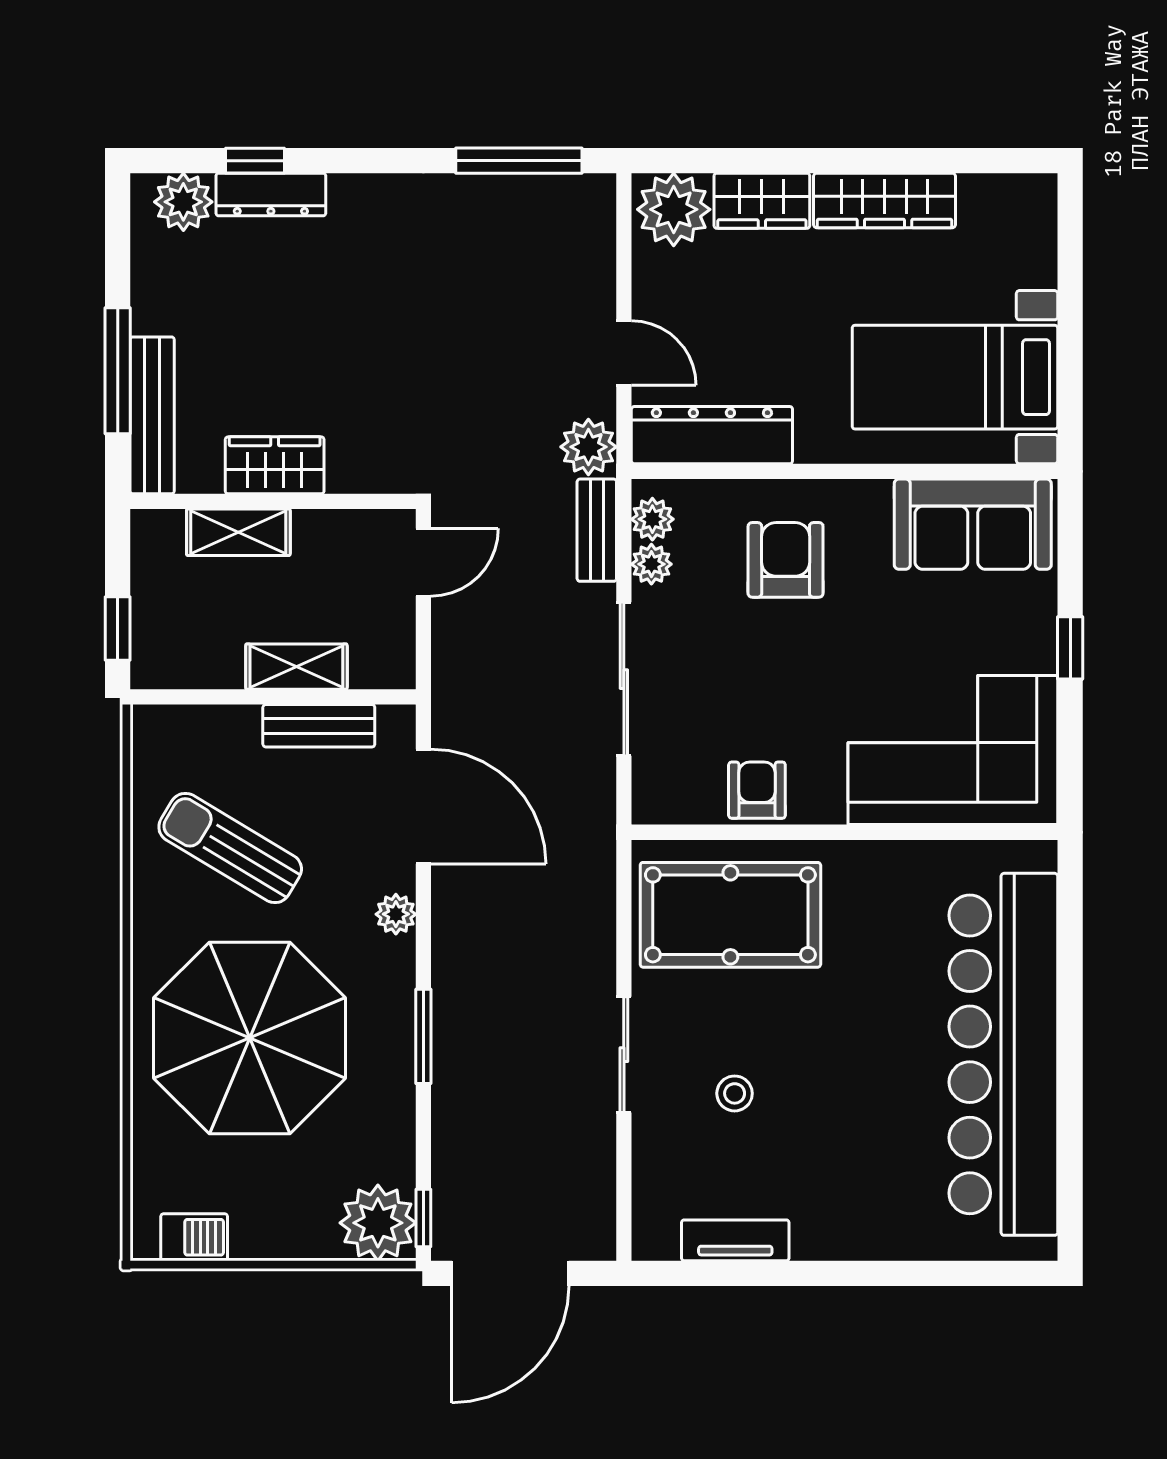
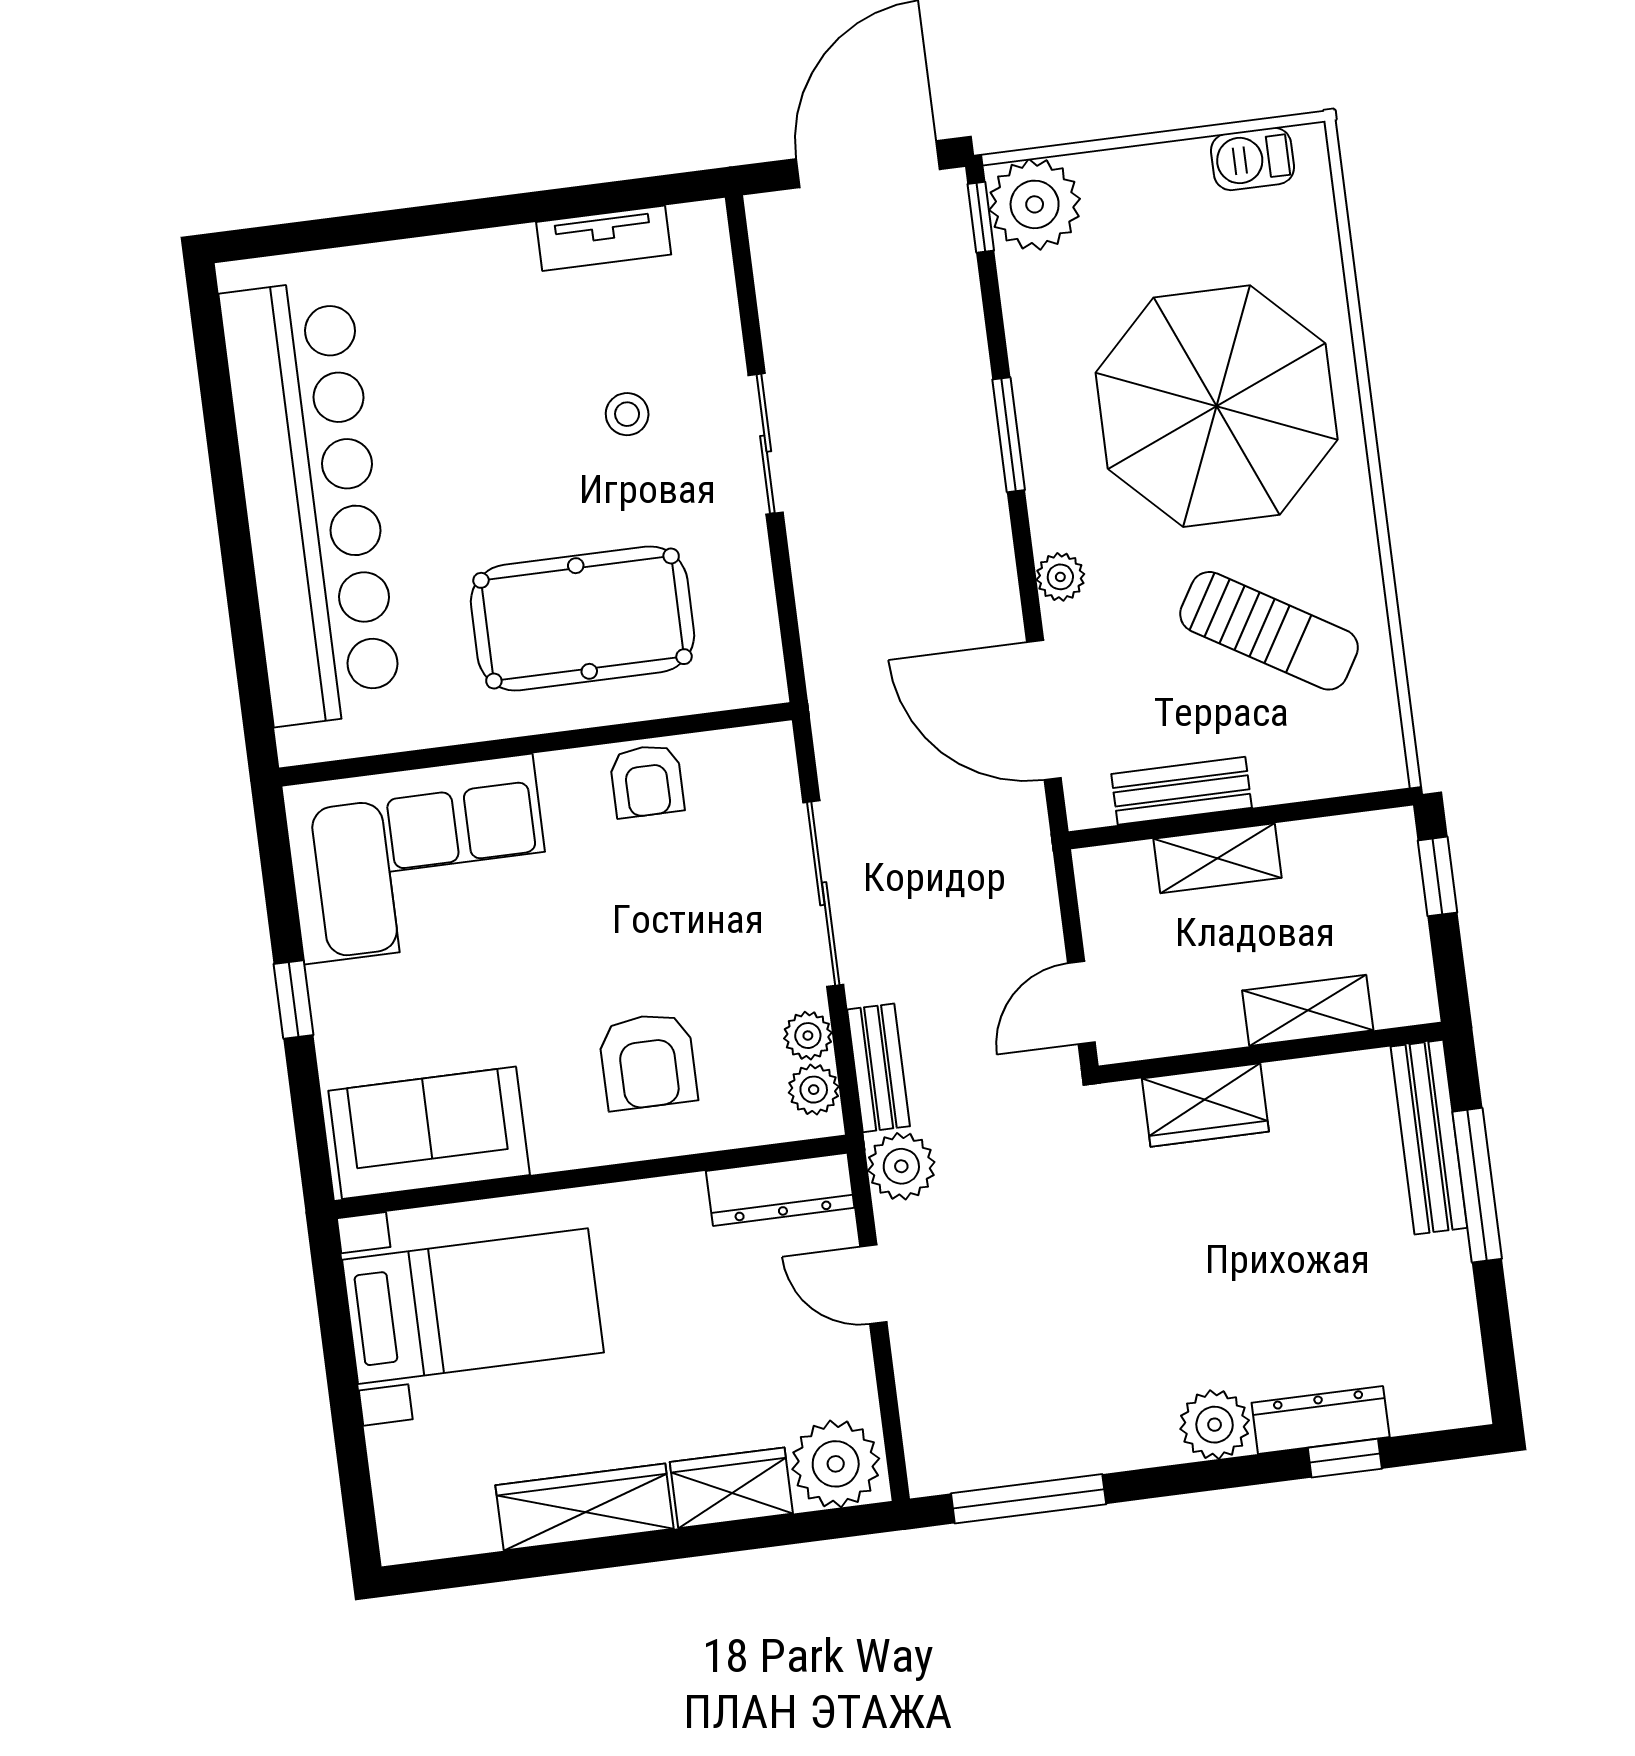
plant: (183, 202) -> (1215, 1425), moved
dresser: (712, 435) -> (780, 1189), width x0.73, depth x0.80
wardrobe: (275, 465) -> (1205, 1105), moved
pool table: (730, 915) -> (582, 618), moved

